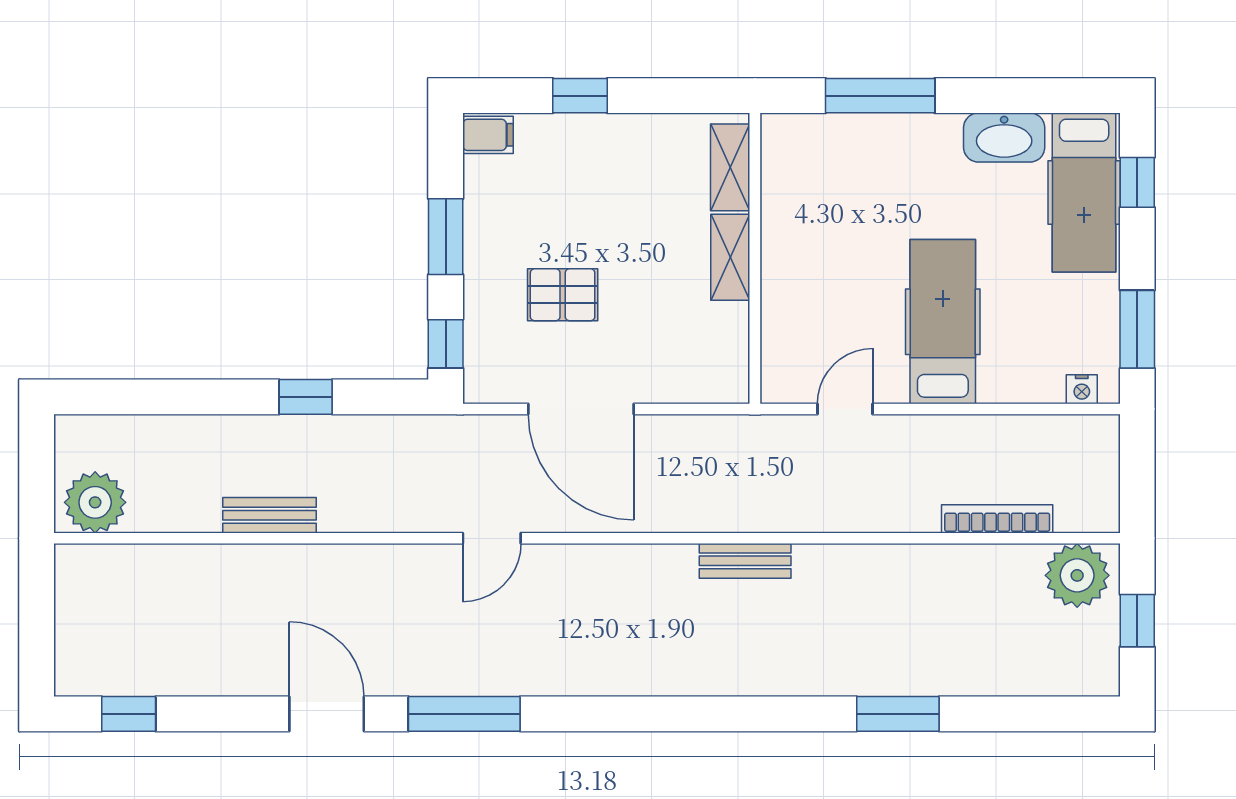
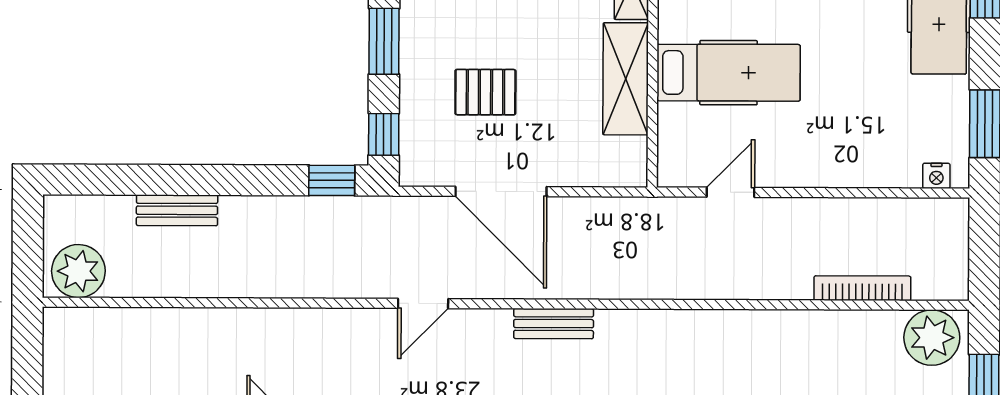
shelving: (730, 257) -> (626, 79), width x1.50, depth x1.33
hospital bed: (943, 322) -> (729, 73), moved, turned 90
window: (306, 397) -> (332, 180), moved
bench: (270, 515) -> (177, 210), moved
bench: (745, 561) -> (554, 324), moved

